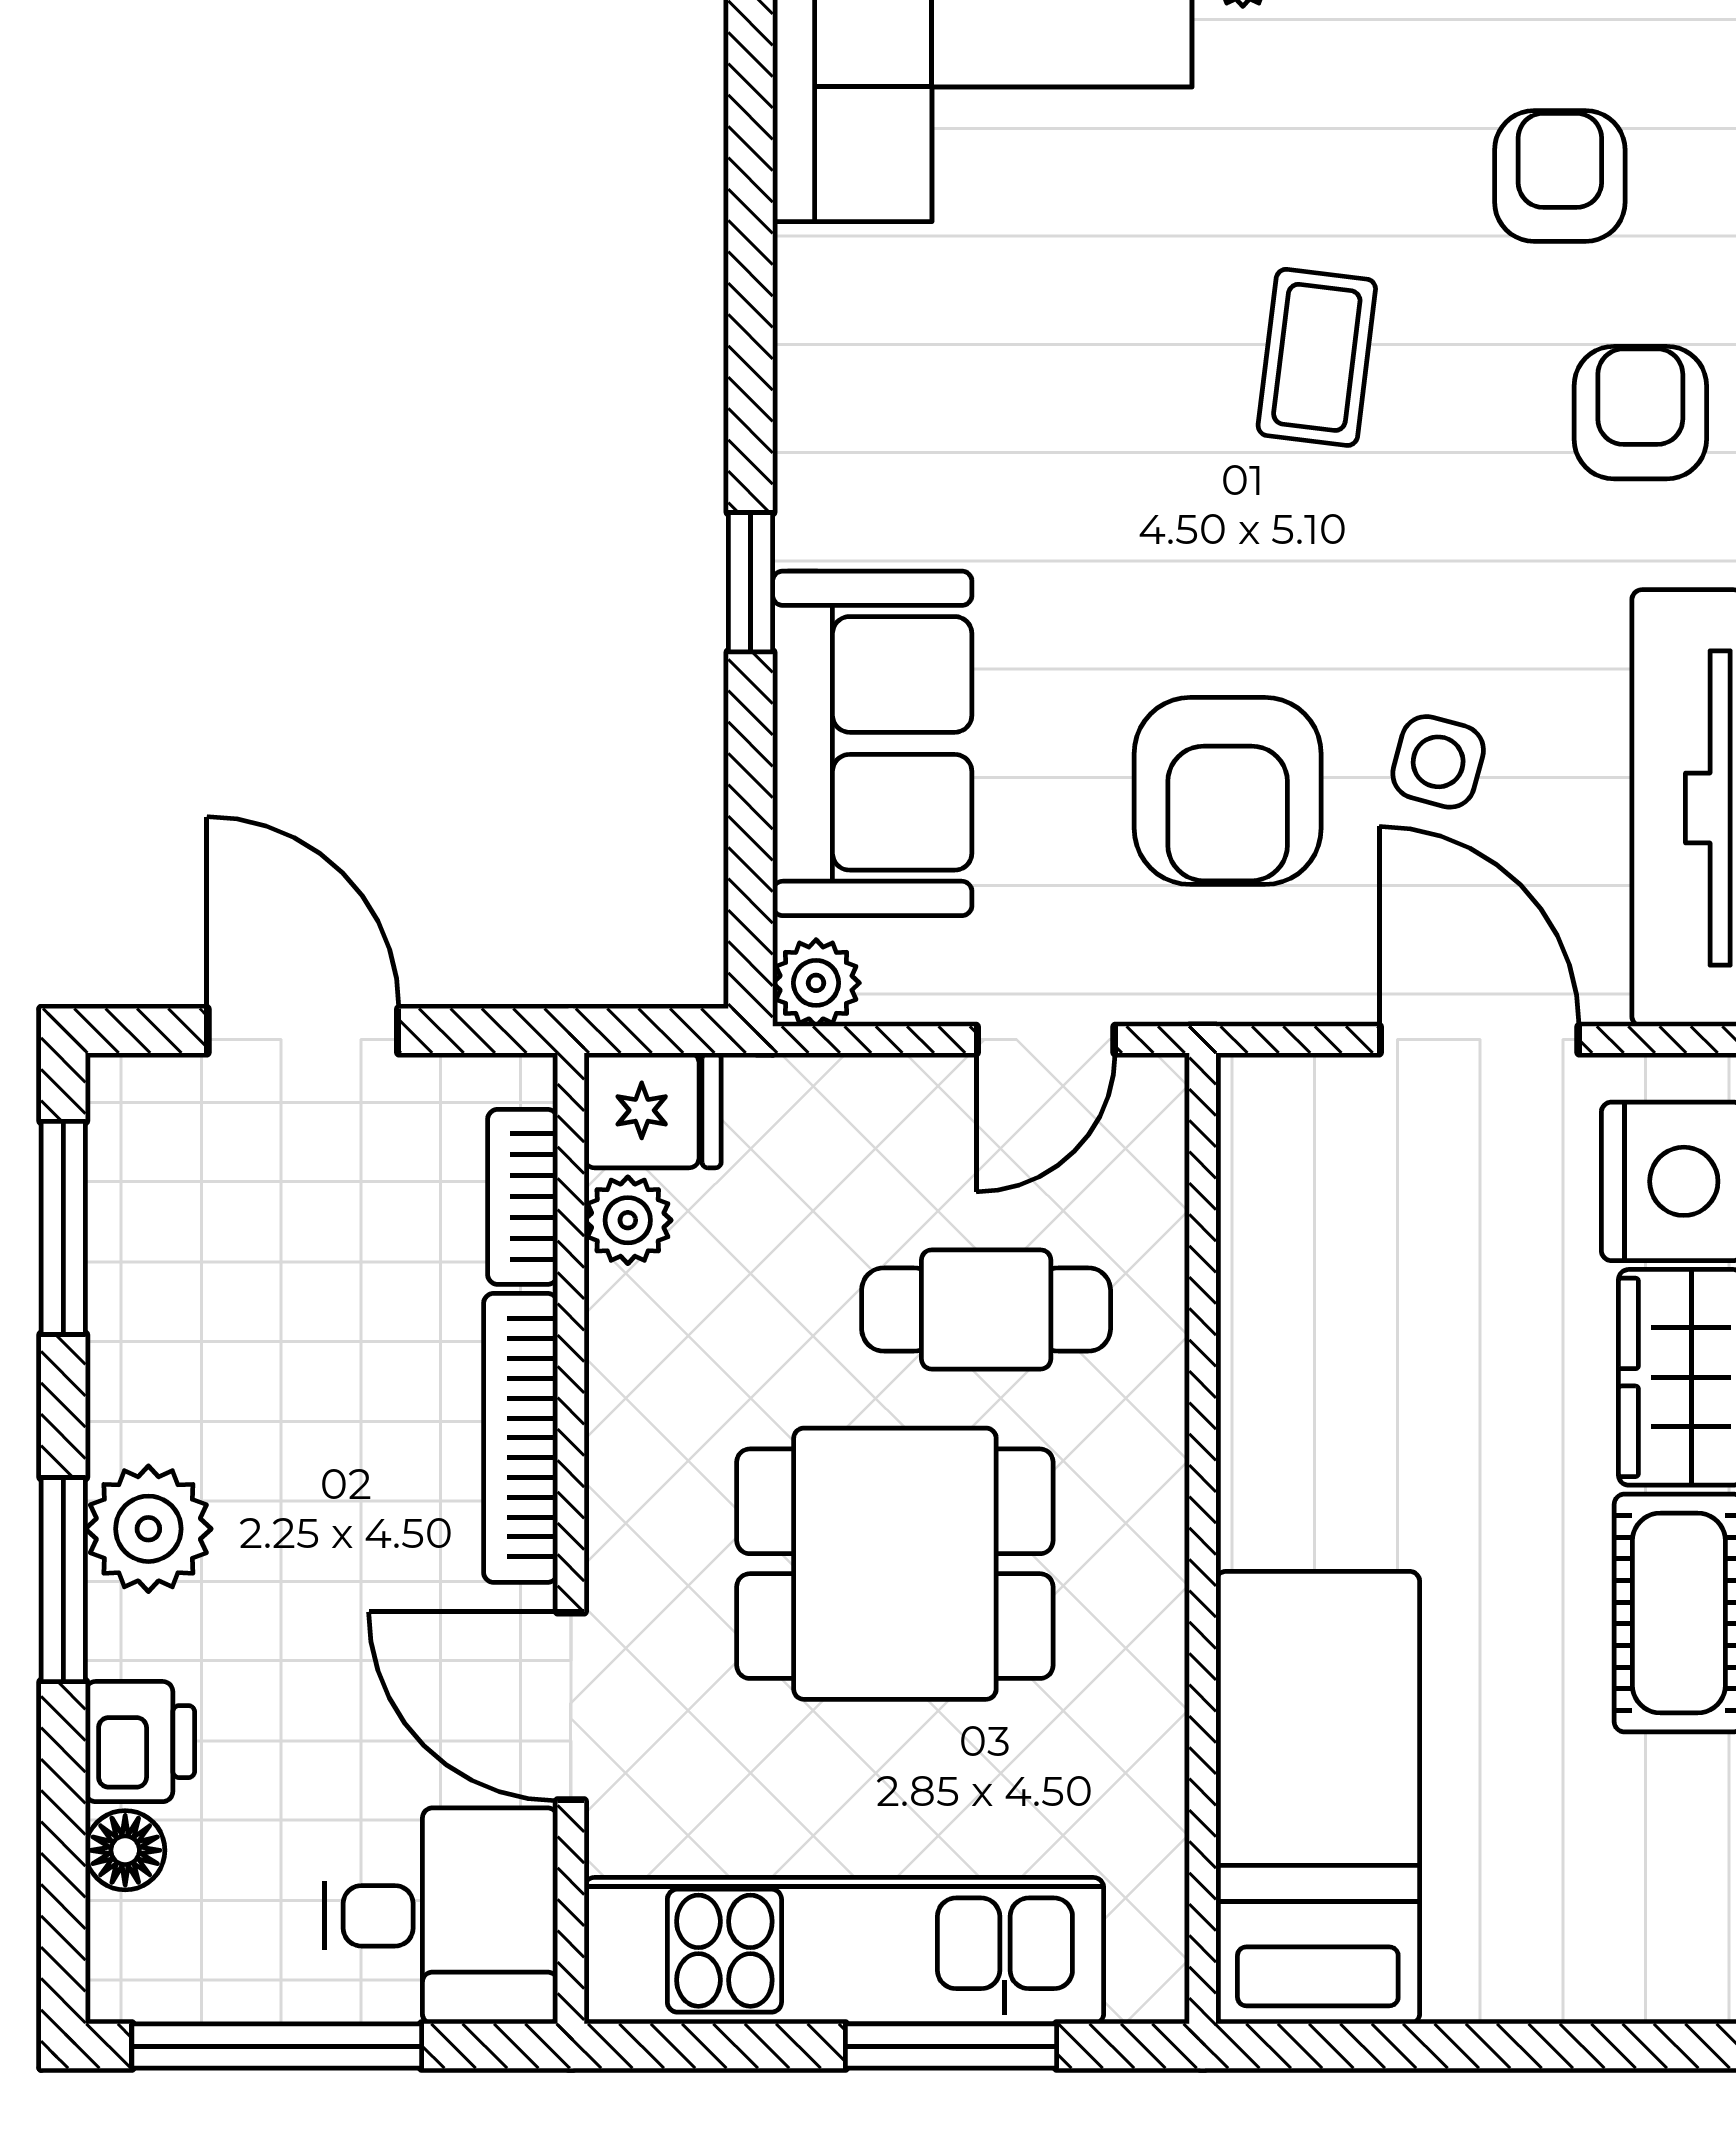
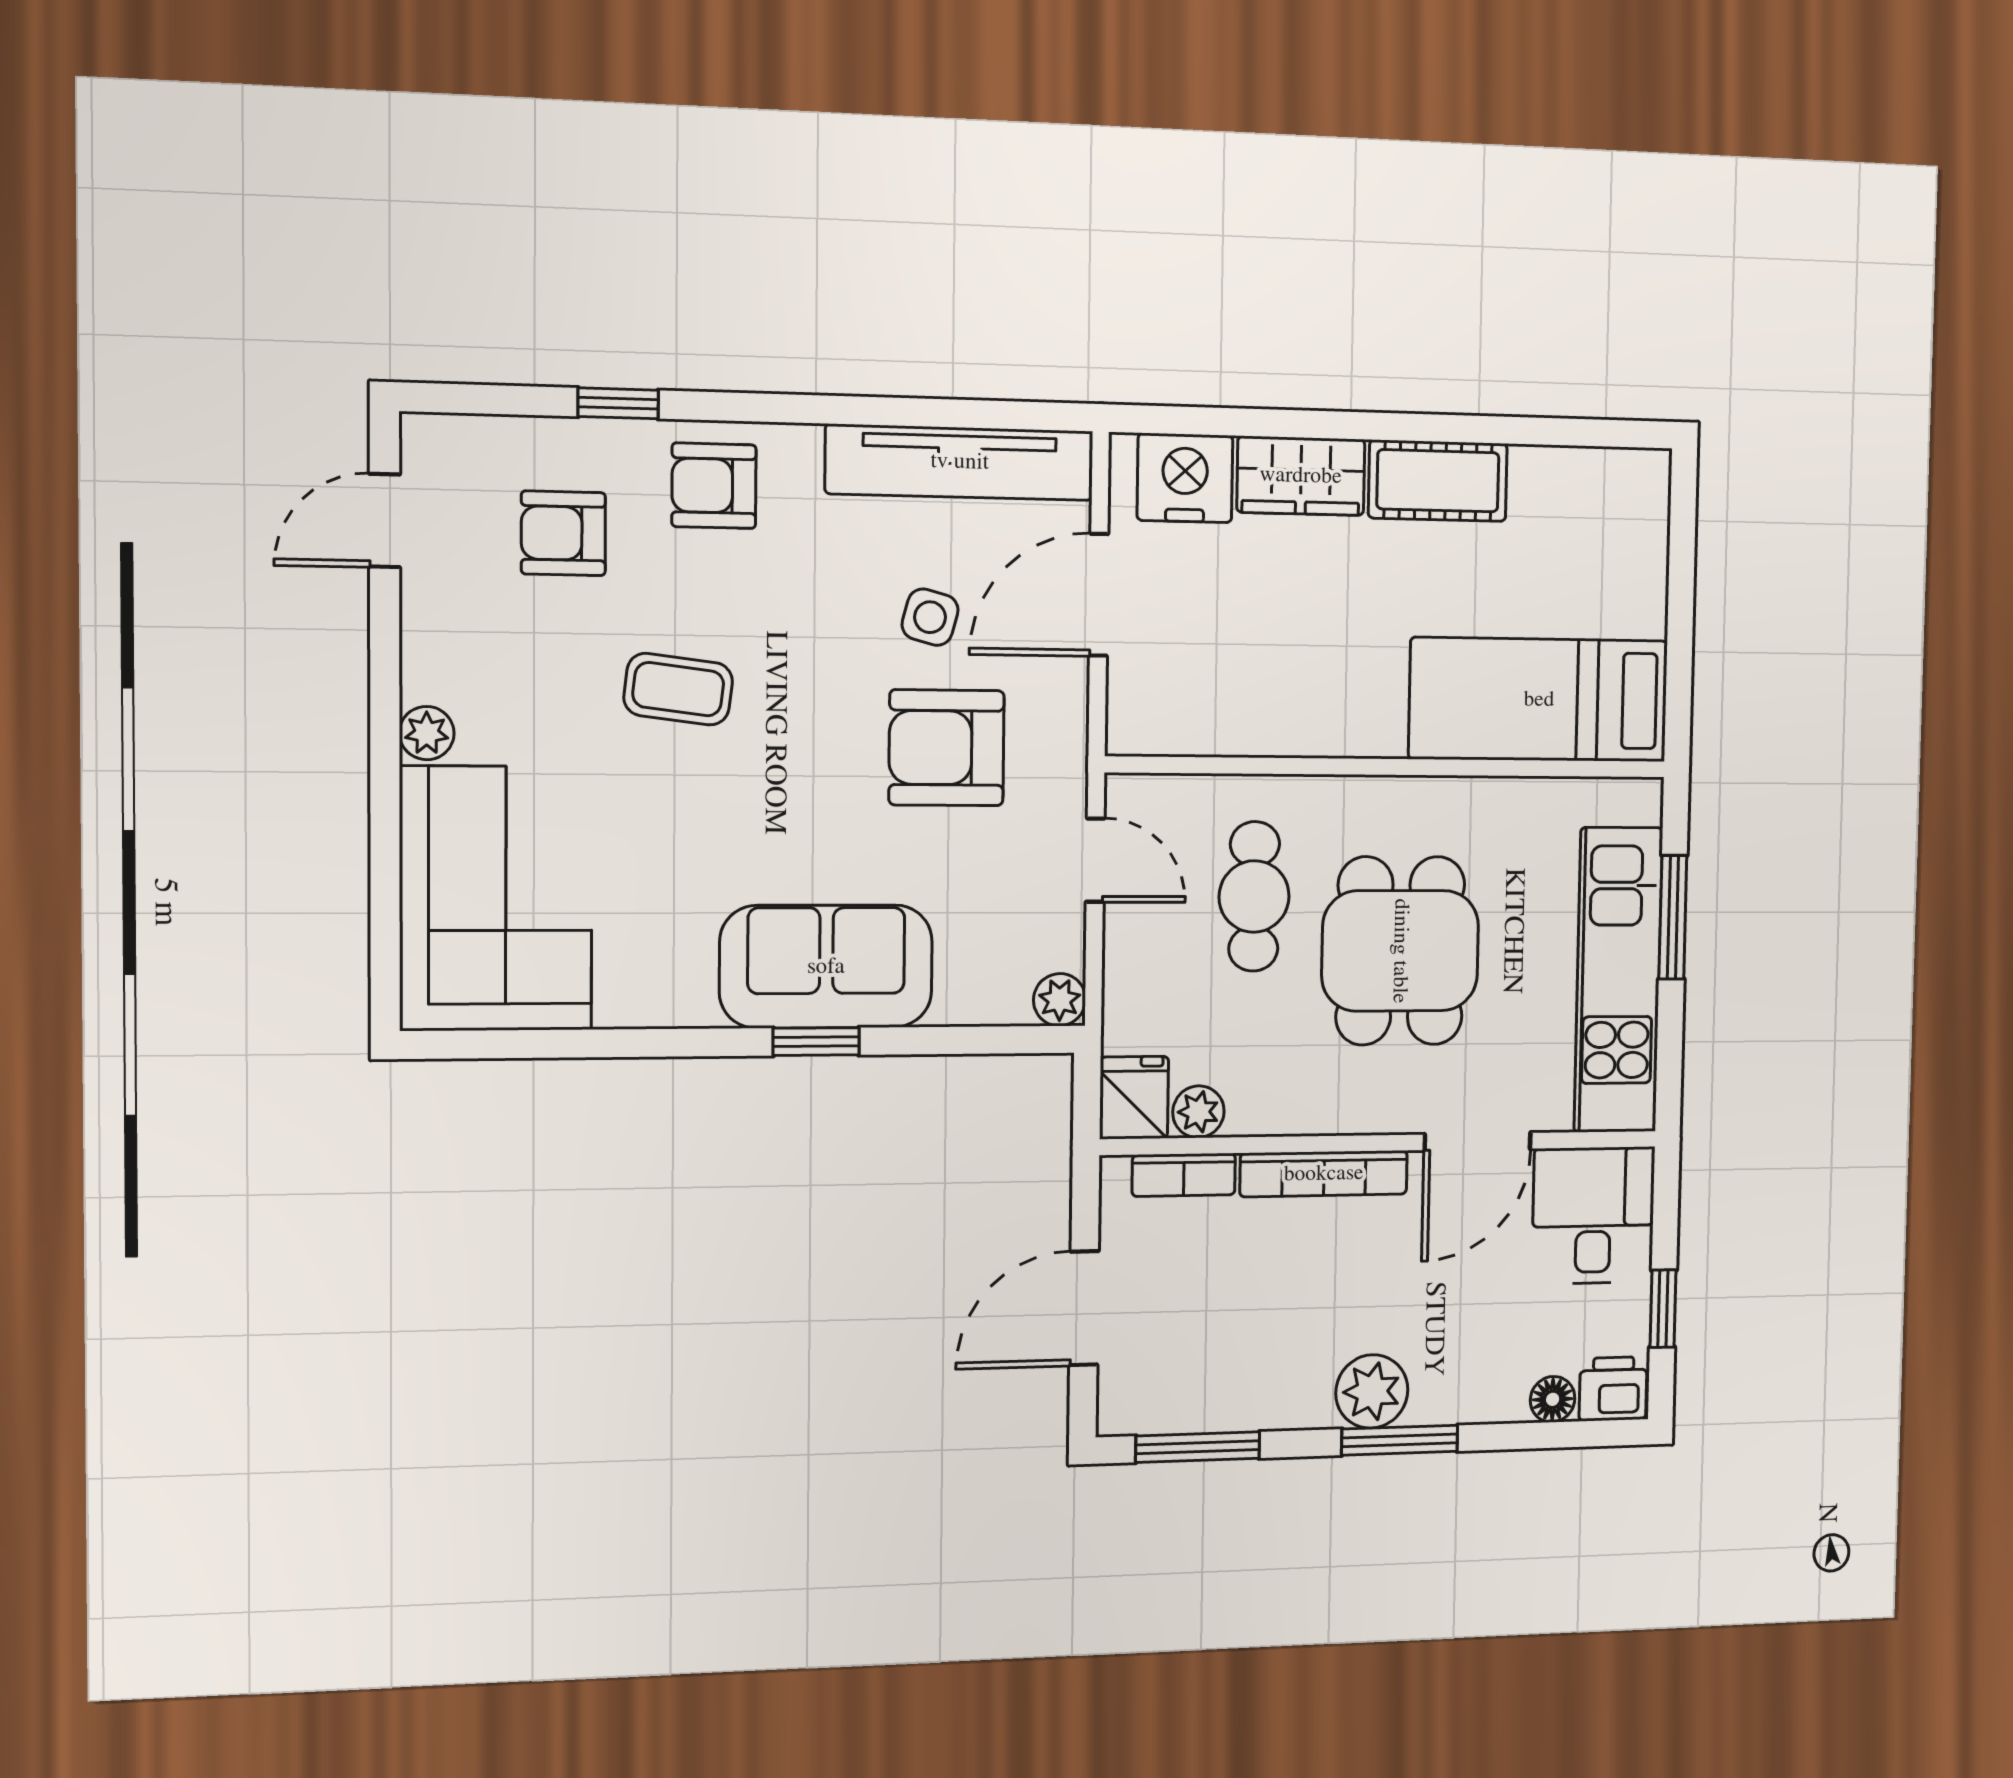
sofa: (872, 743) -> (826, 967), moved
armchair: (1228, 791) -> (947, 748), turned 180
printer: (140, 1742) -> (1613, 1389), moved
window: (277, 2046) -> (1663, 1309), width x0.46

